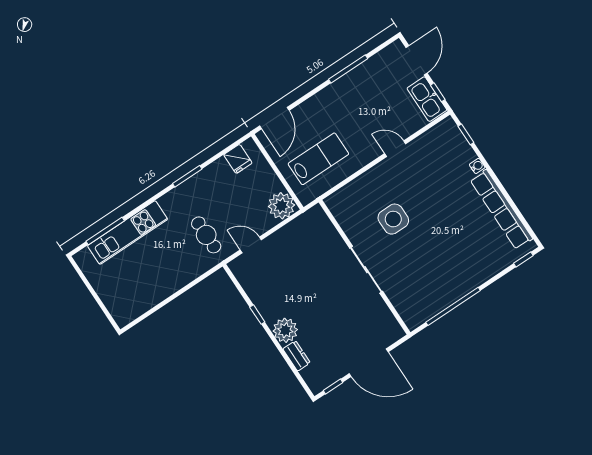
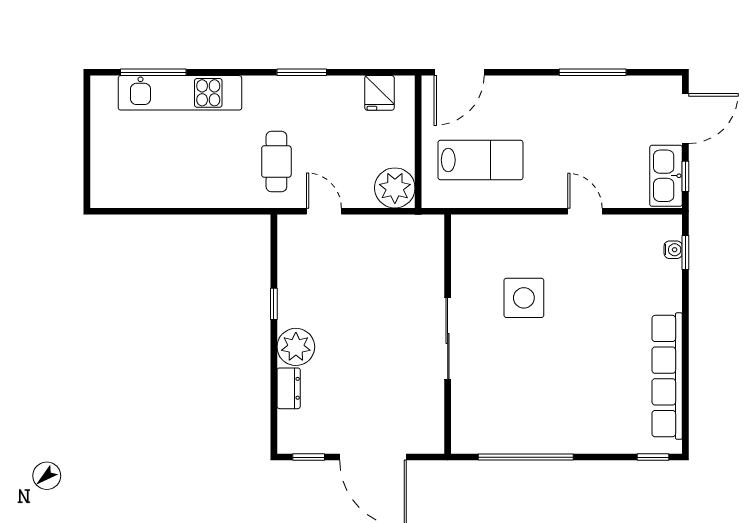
water cooler: (477, 166) -> (673, 250), moved

